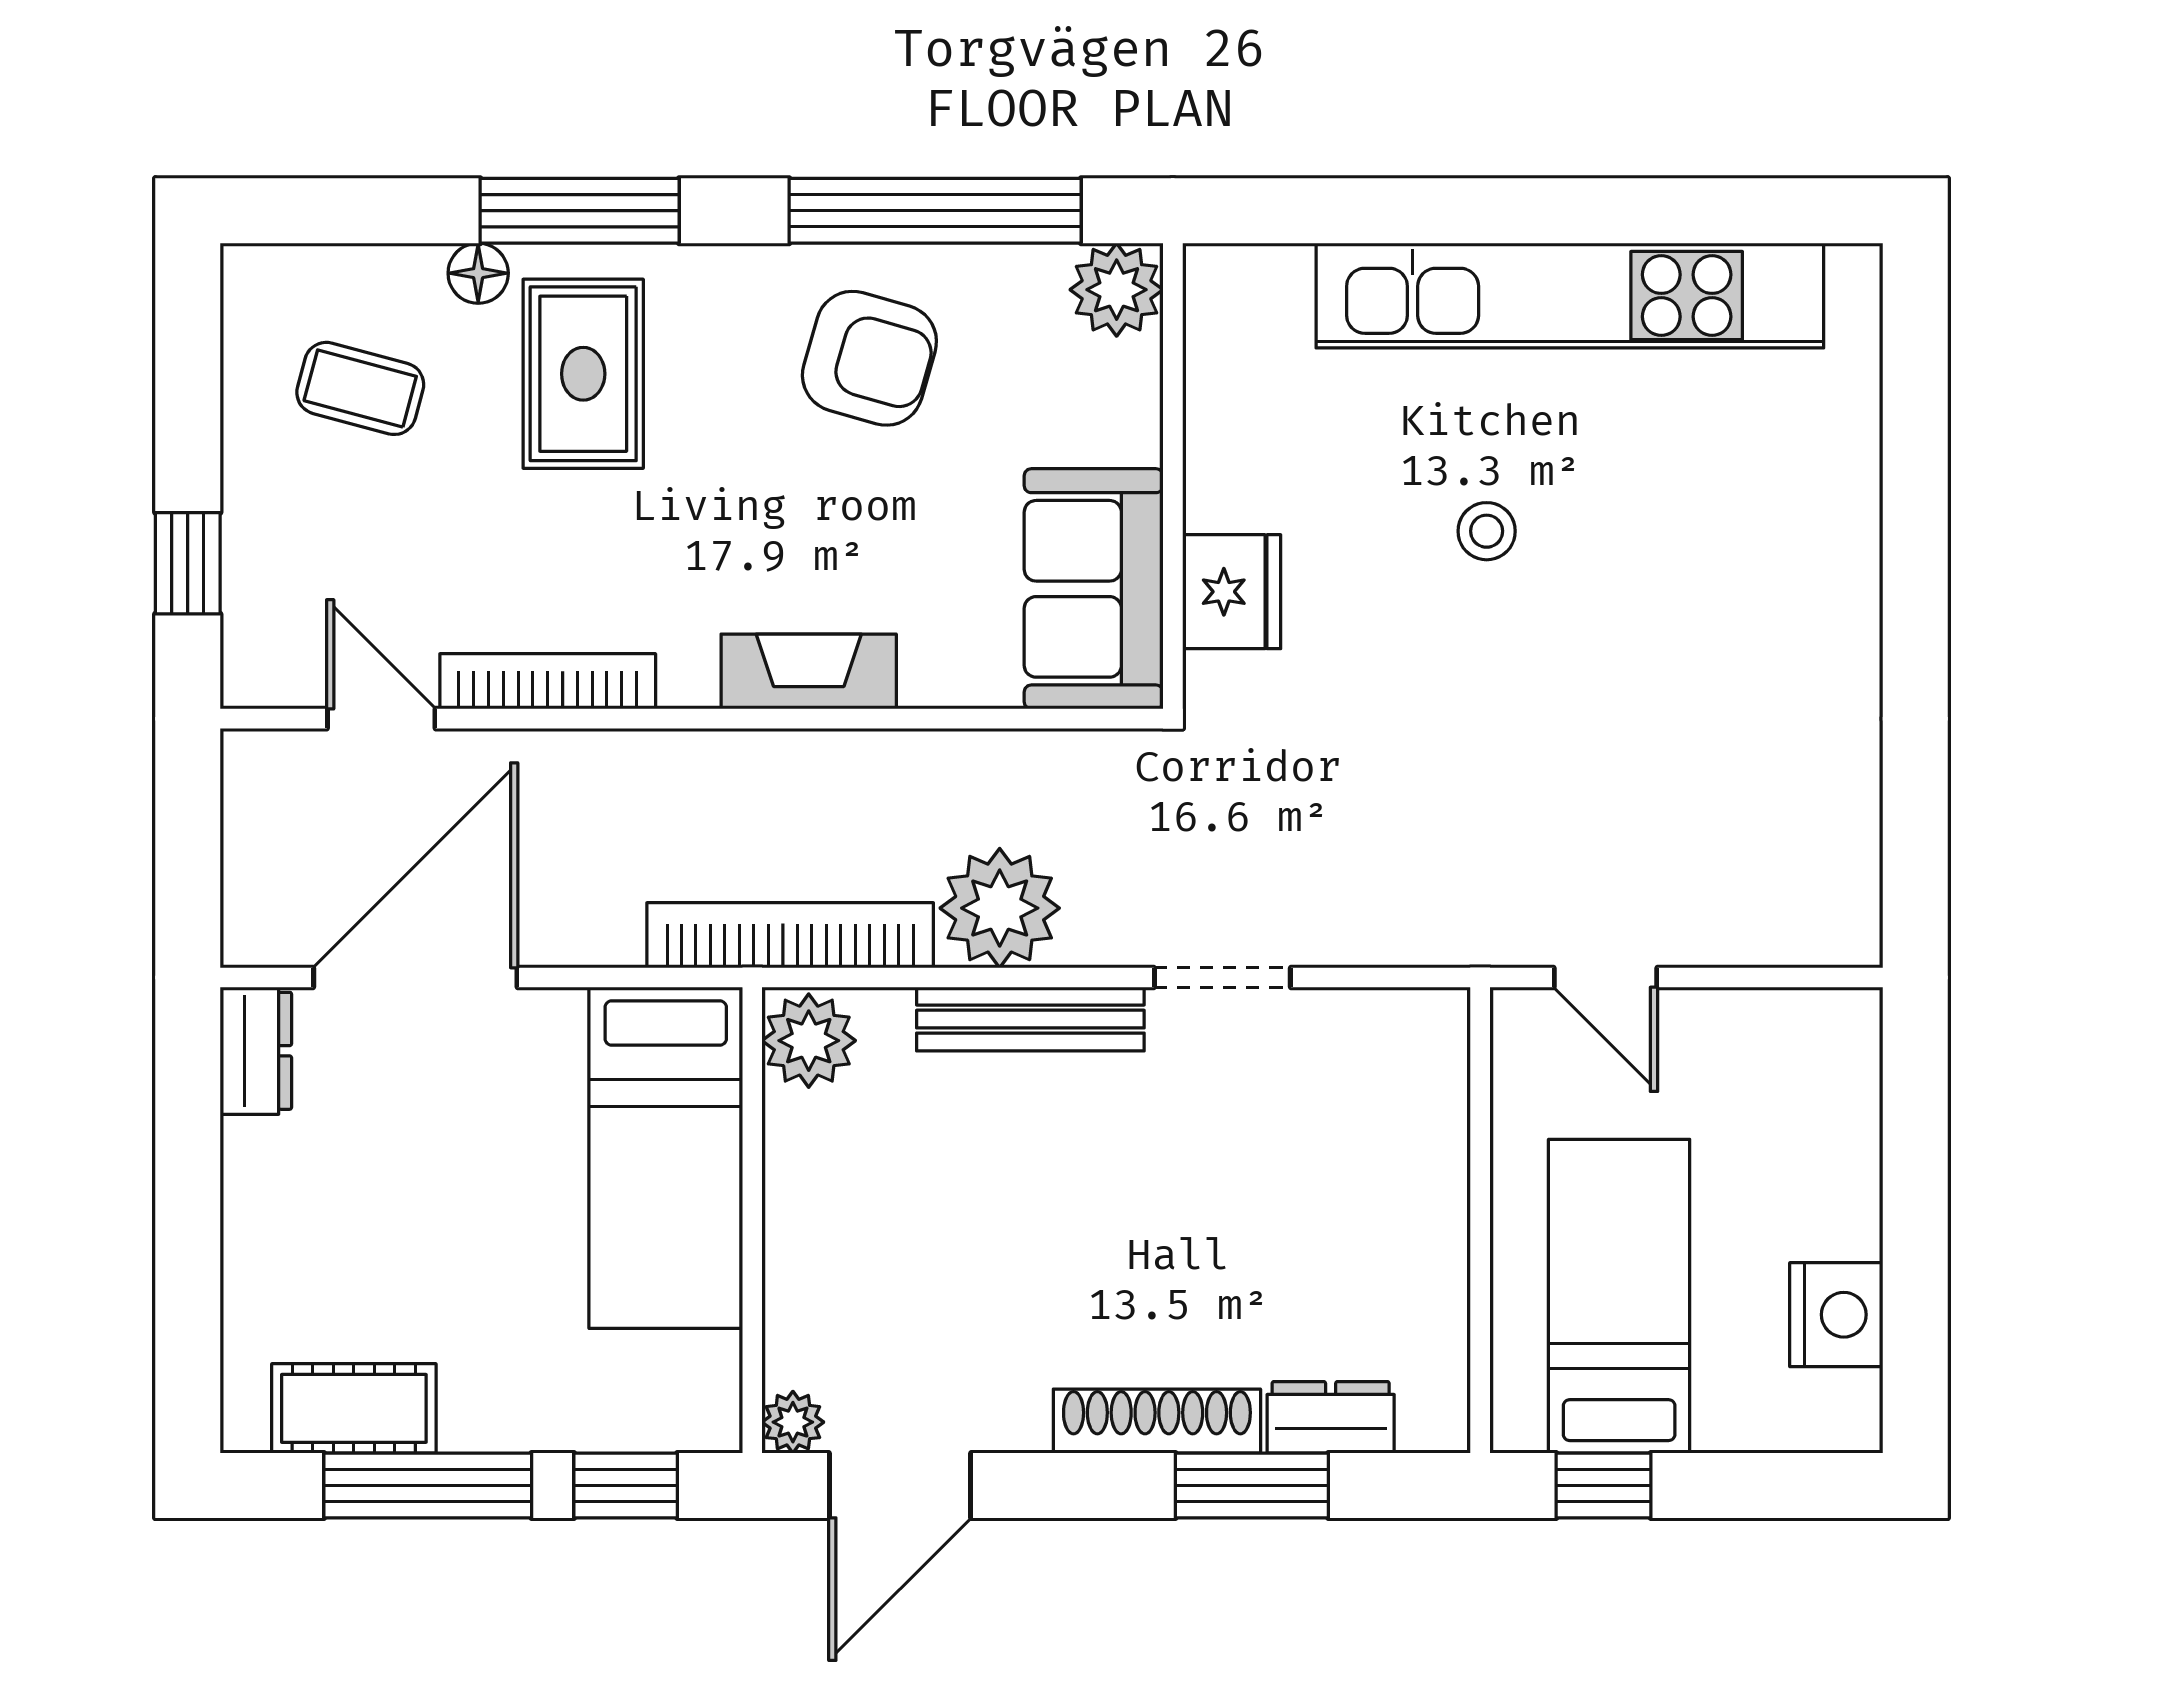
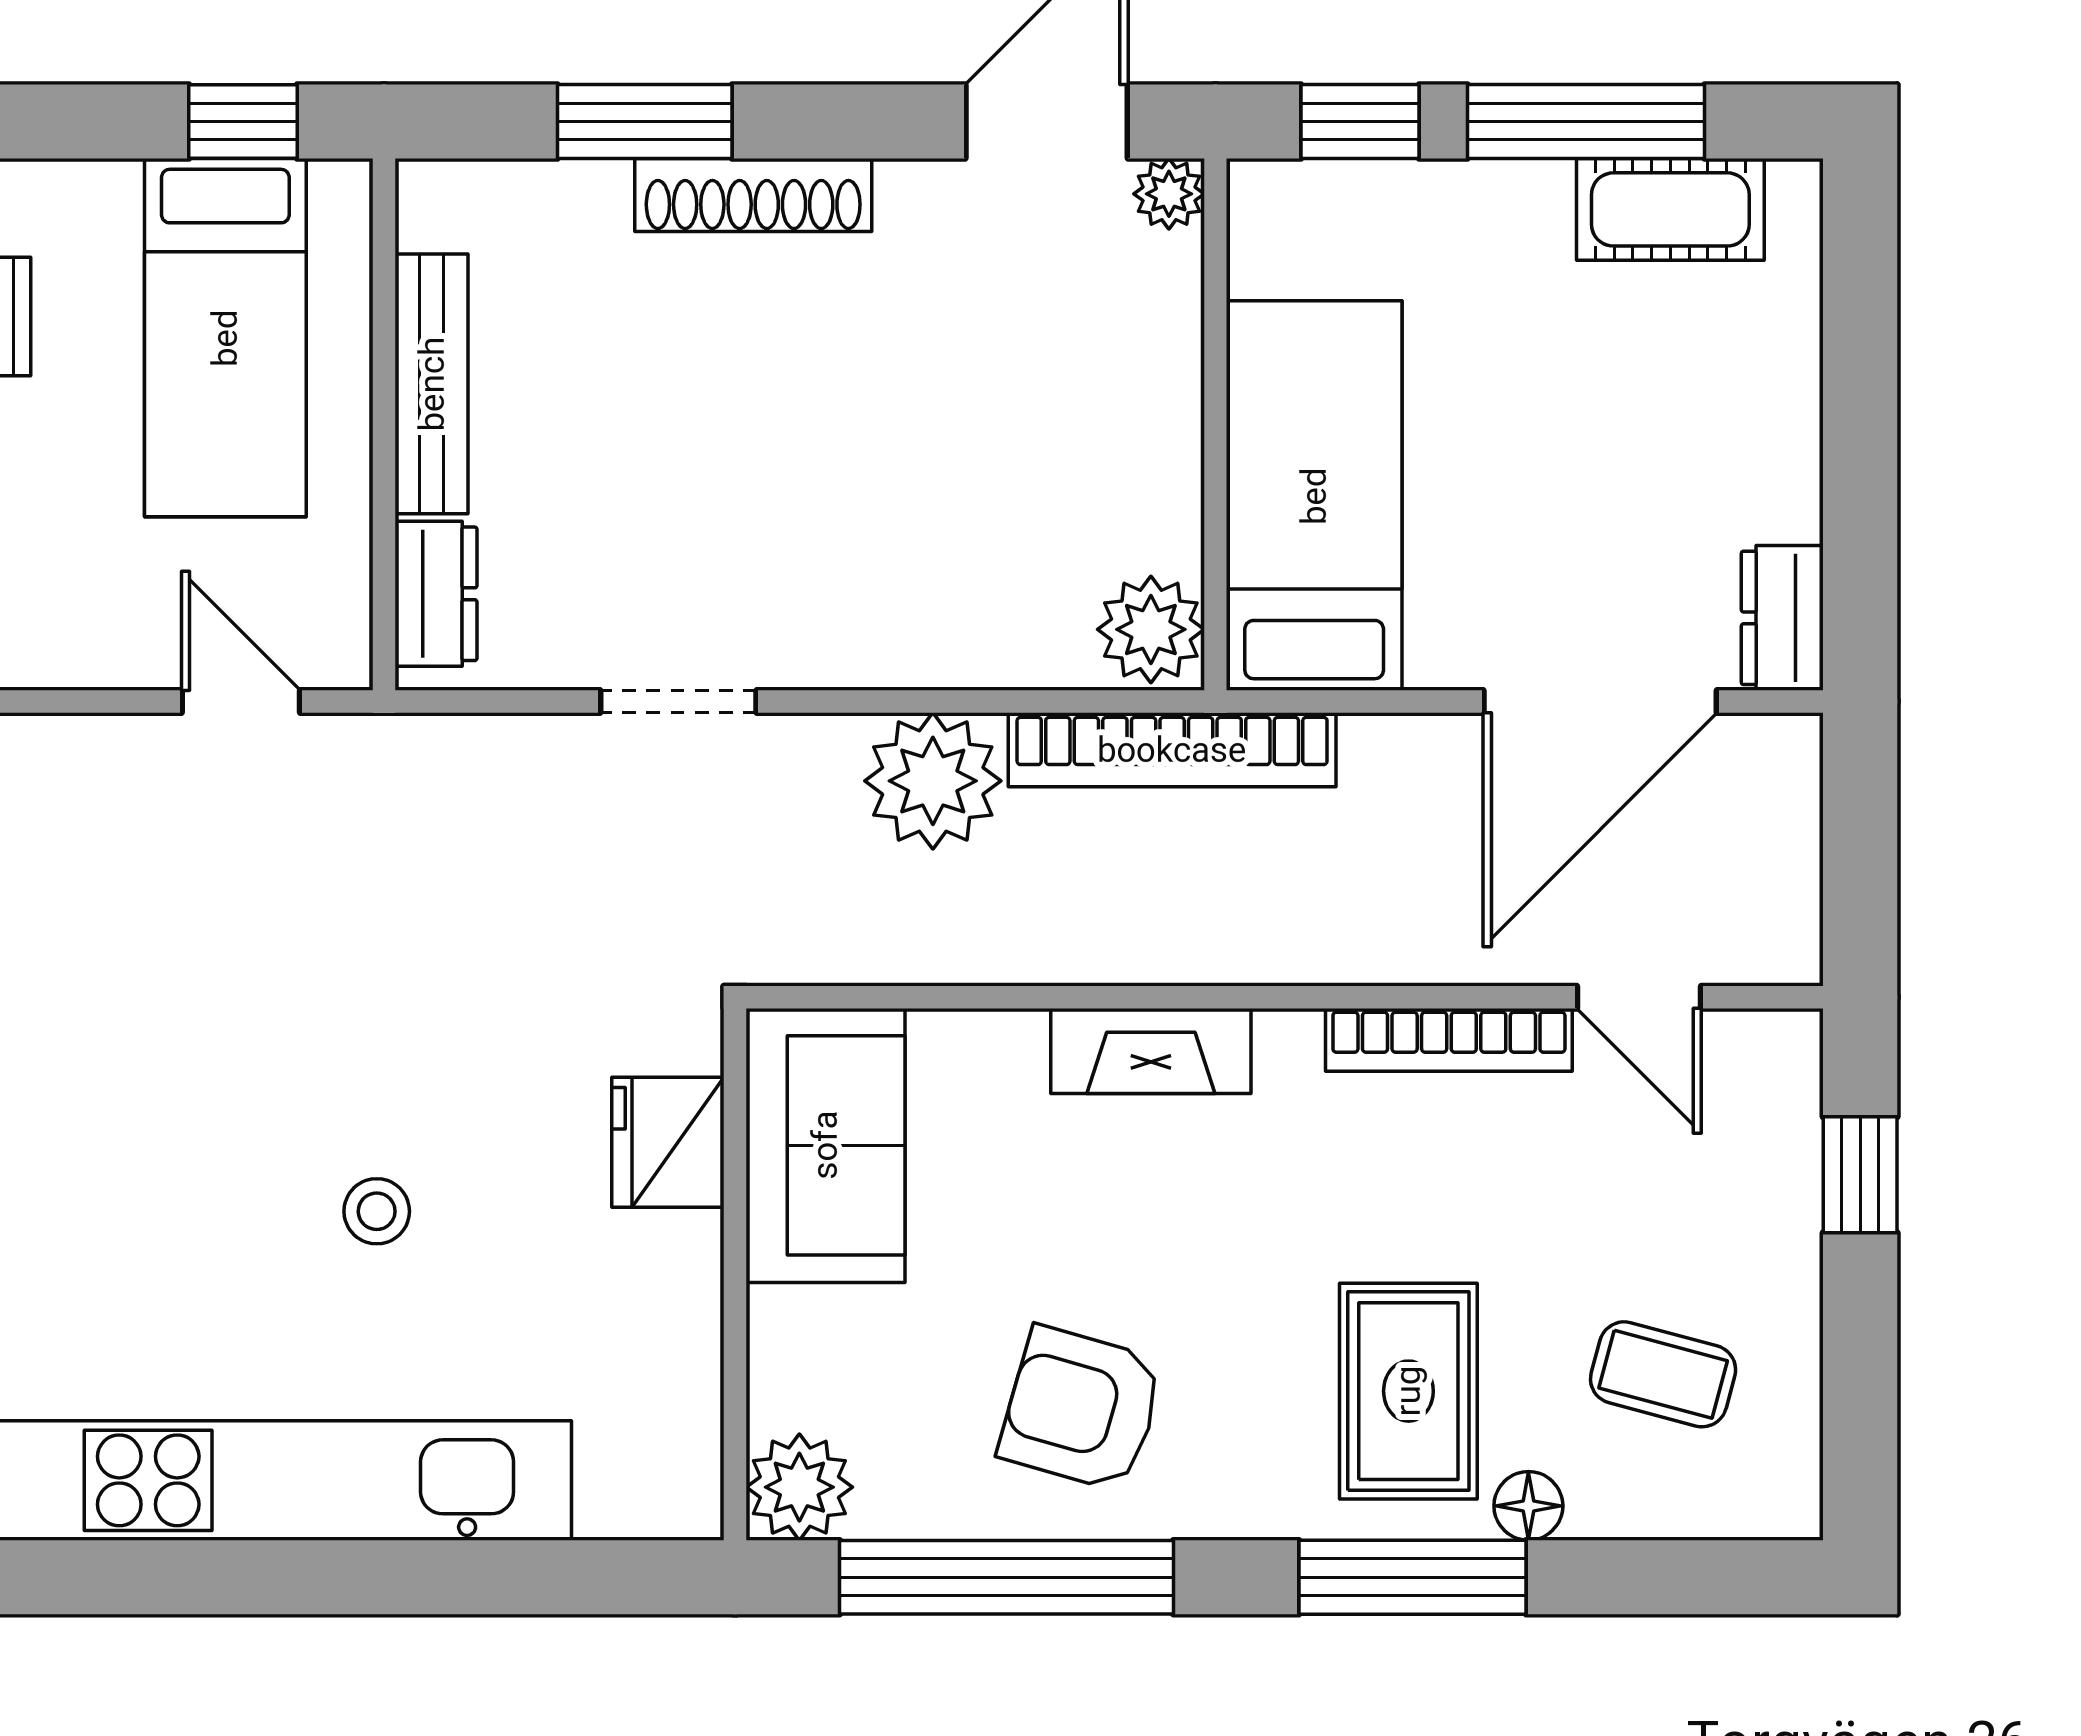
bench: (1030, 1019) -> (432, 384), moved, turned 90
dresser: (1331, 1417) -> (436, 594), moved, turned -90

